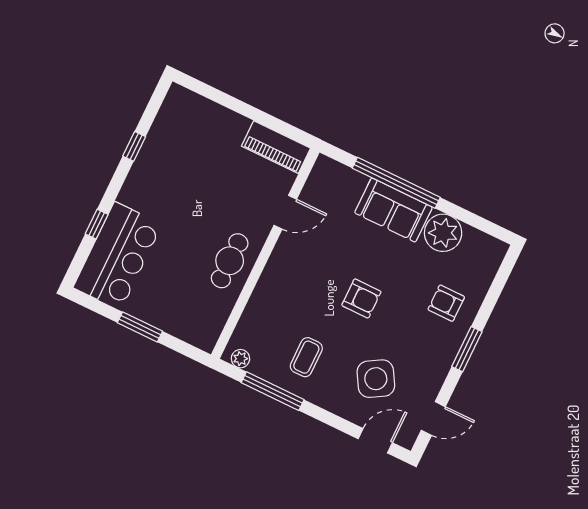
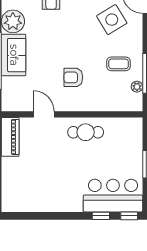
window: (134, 146) -> (129, 216), moved
armchair: (361, 298) -> (73, 77), moved, turned -90
plant: (240, 359) -> (137, 87), moved

